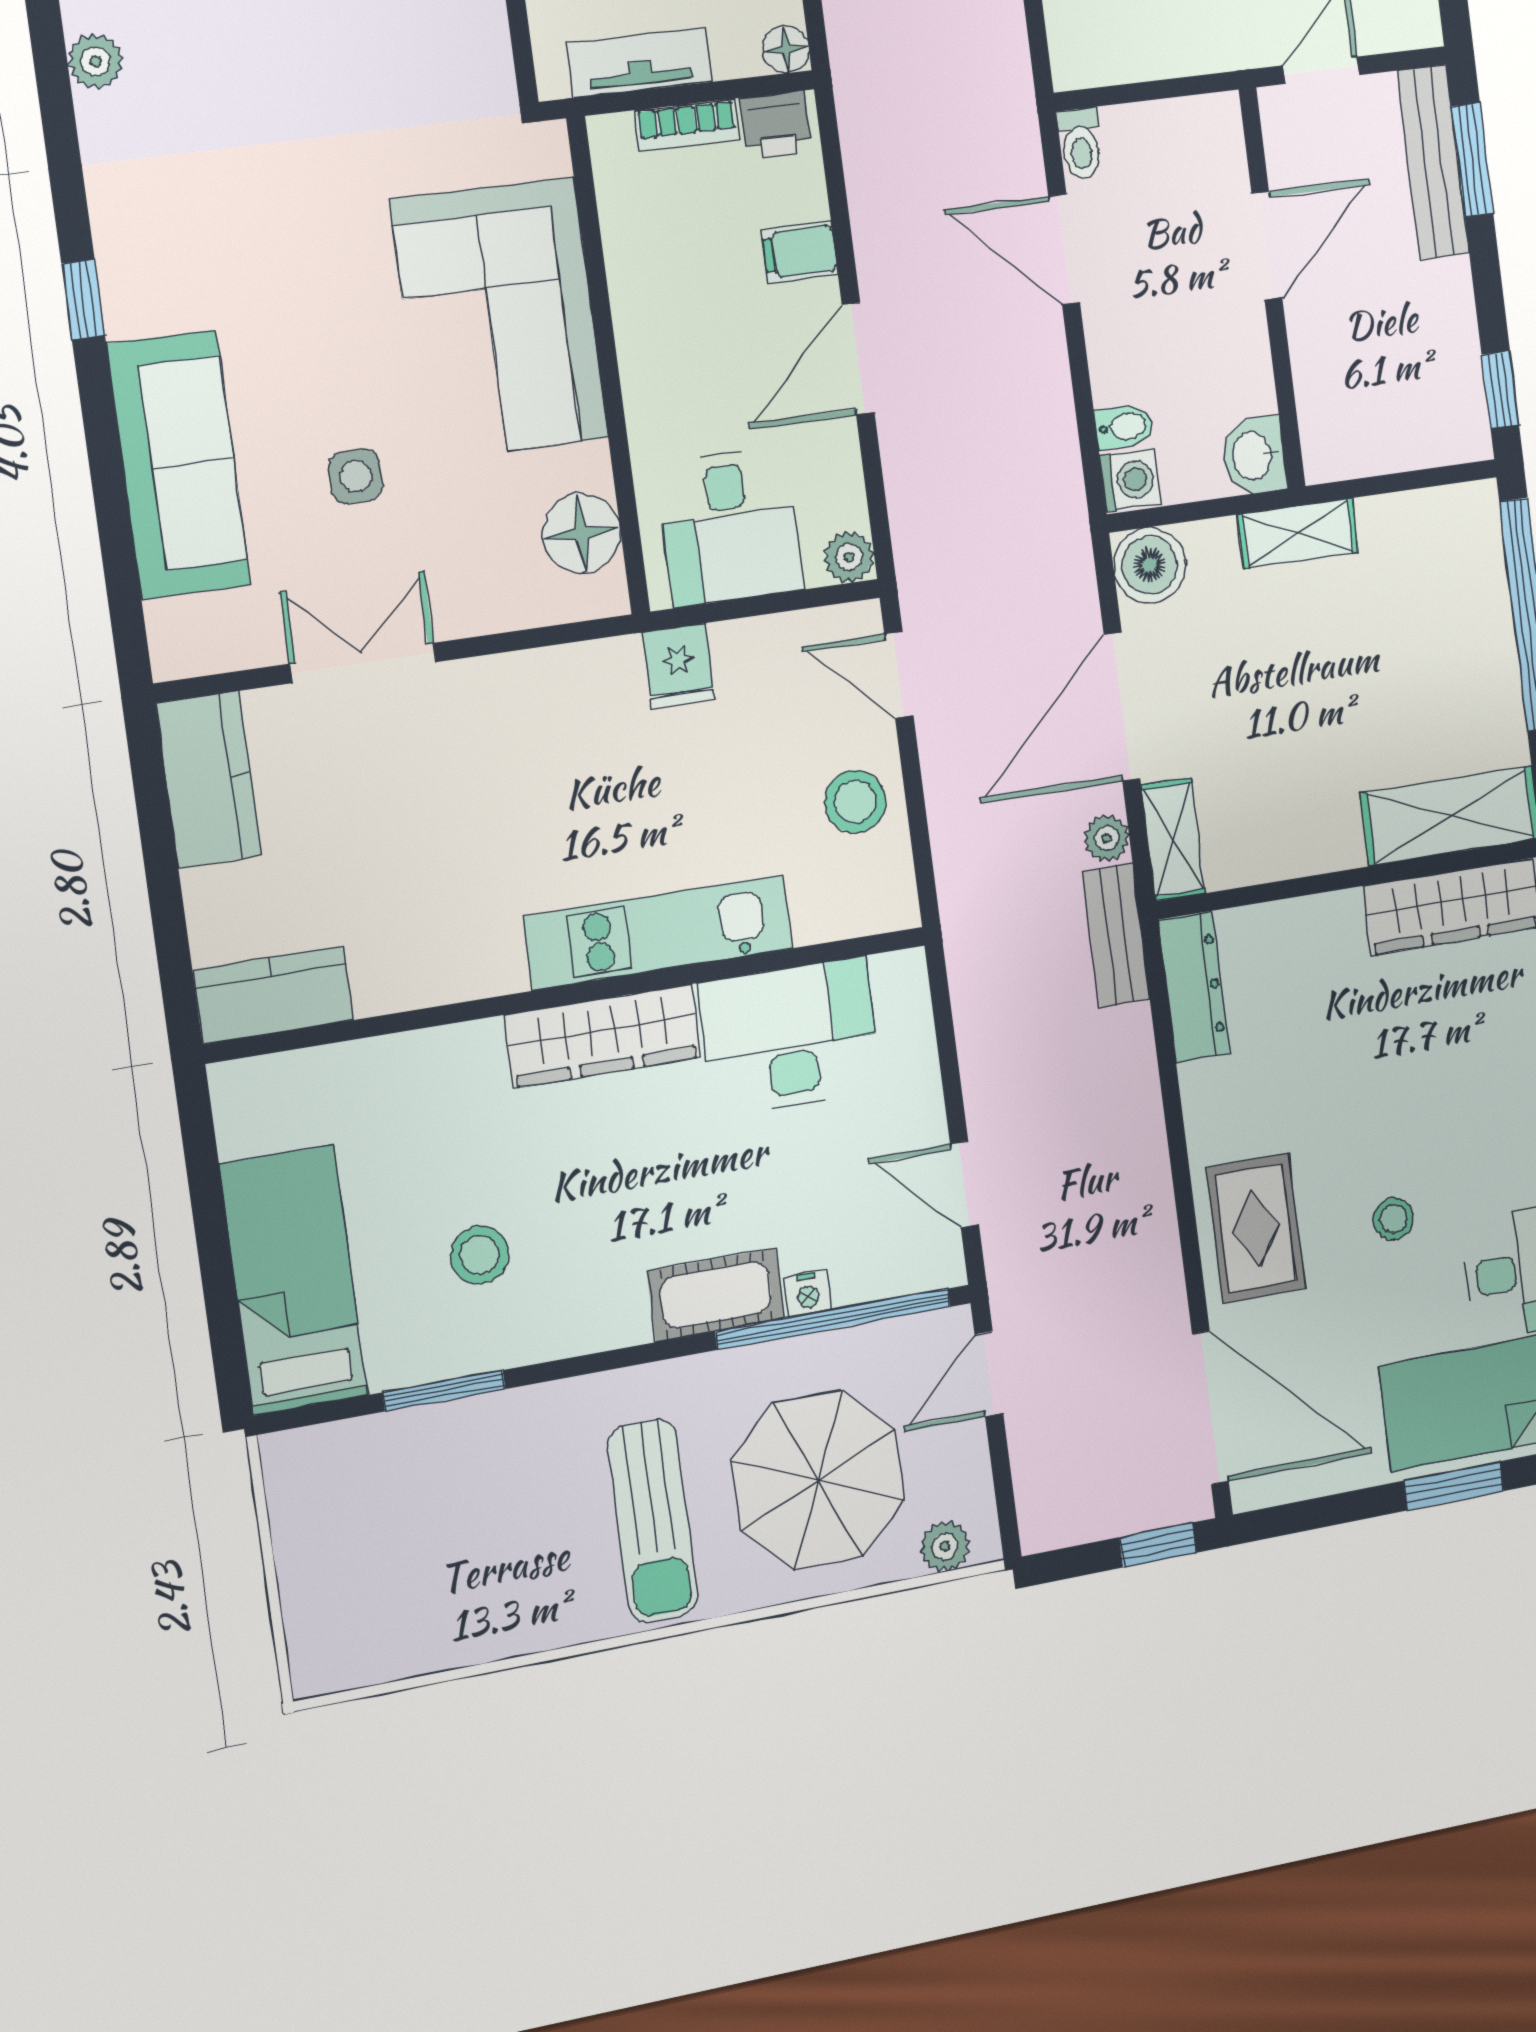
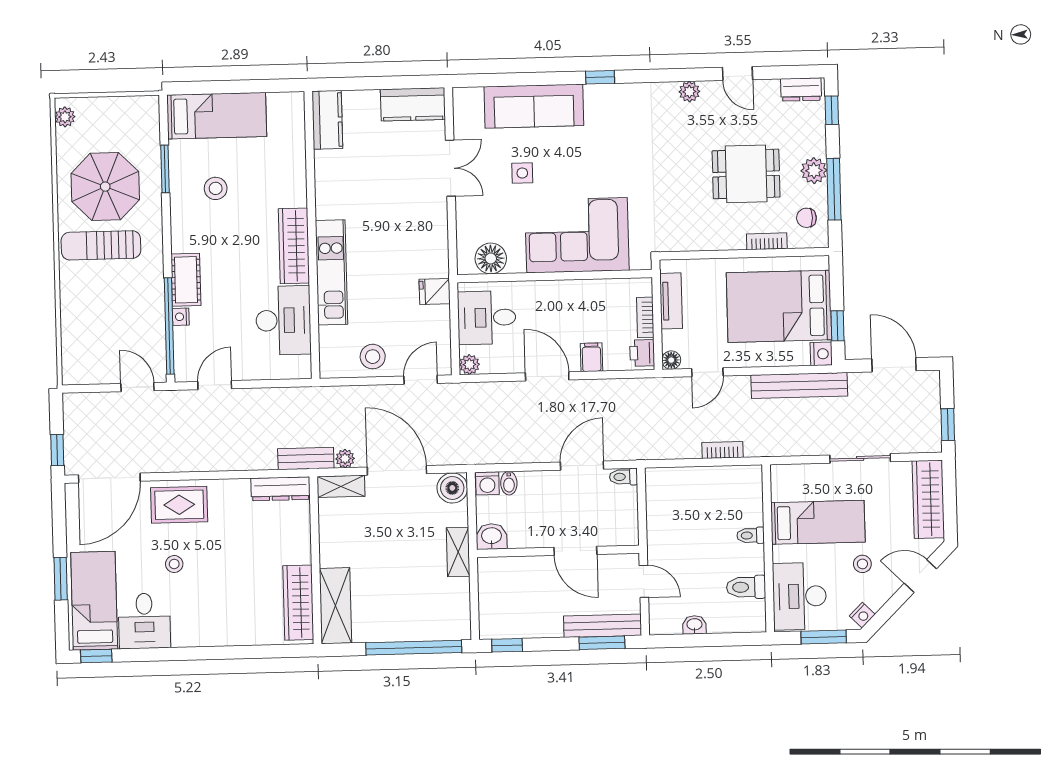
parasol: (818, 1480) -> (105, 187), moved
plant: (945, 1546) -> (65, 117), moved

